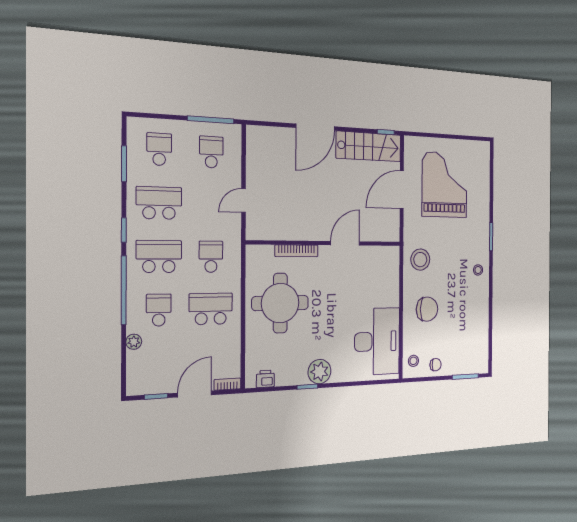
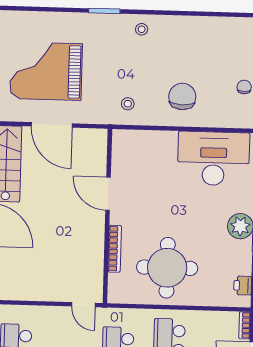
door: (243, 201) -> (83, 305), moved
stool: (420, 260) -> (128, 104), width x0.53, depth x0.53
stool: (413, 361) -> (238, 115), removed

